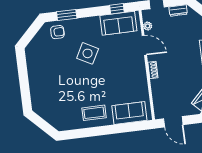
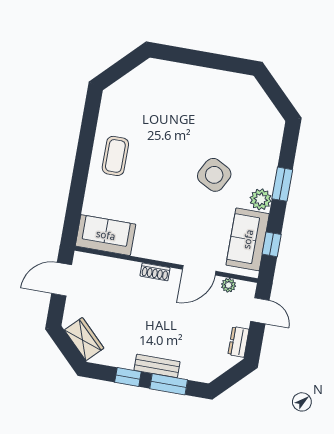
window: (67, 15) -> (282, 184), moved
plant: (93, 23) -> (261, 199), added
armchair: (57, 32) -> (263, 137), removed
sofa: (129, 113) -> (106, 235), moved, turned -90

